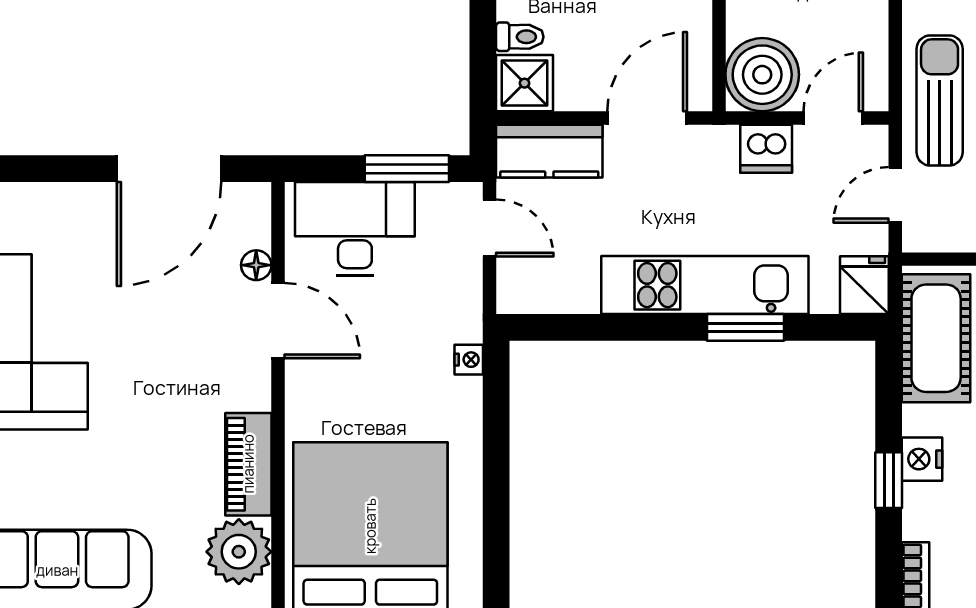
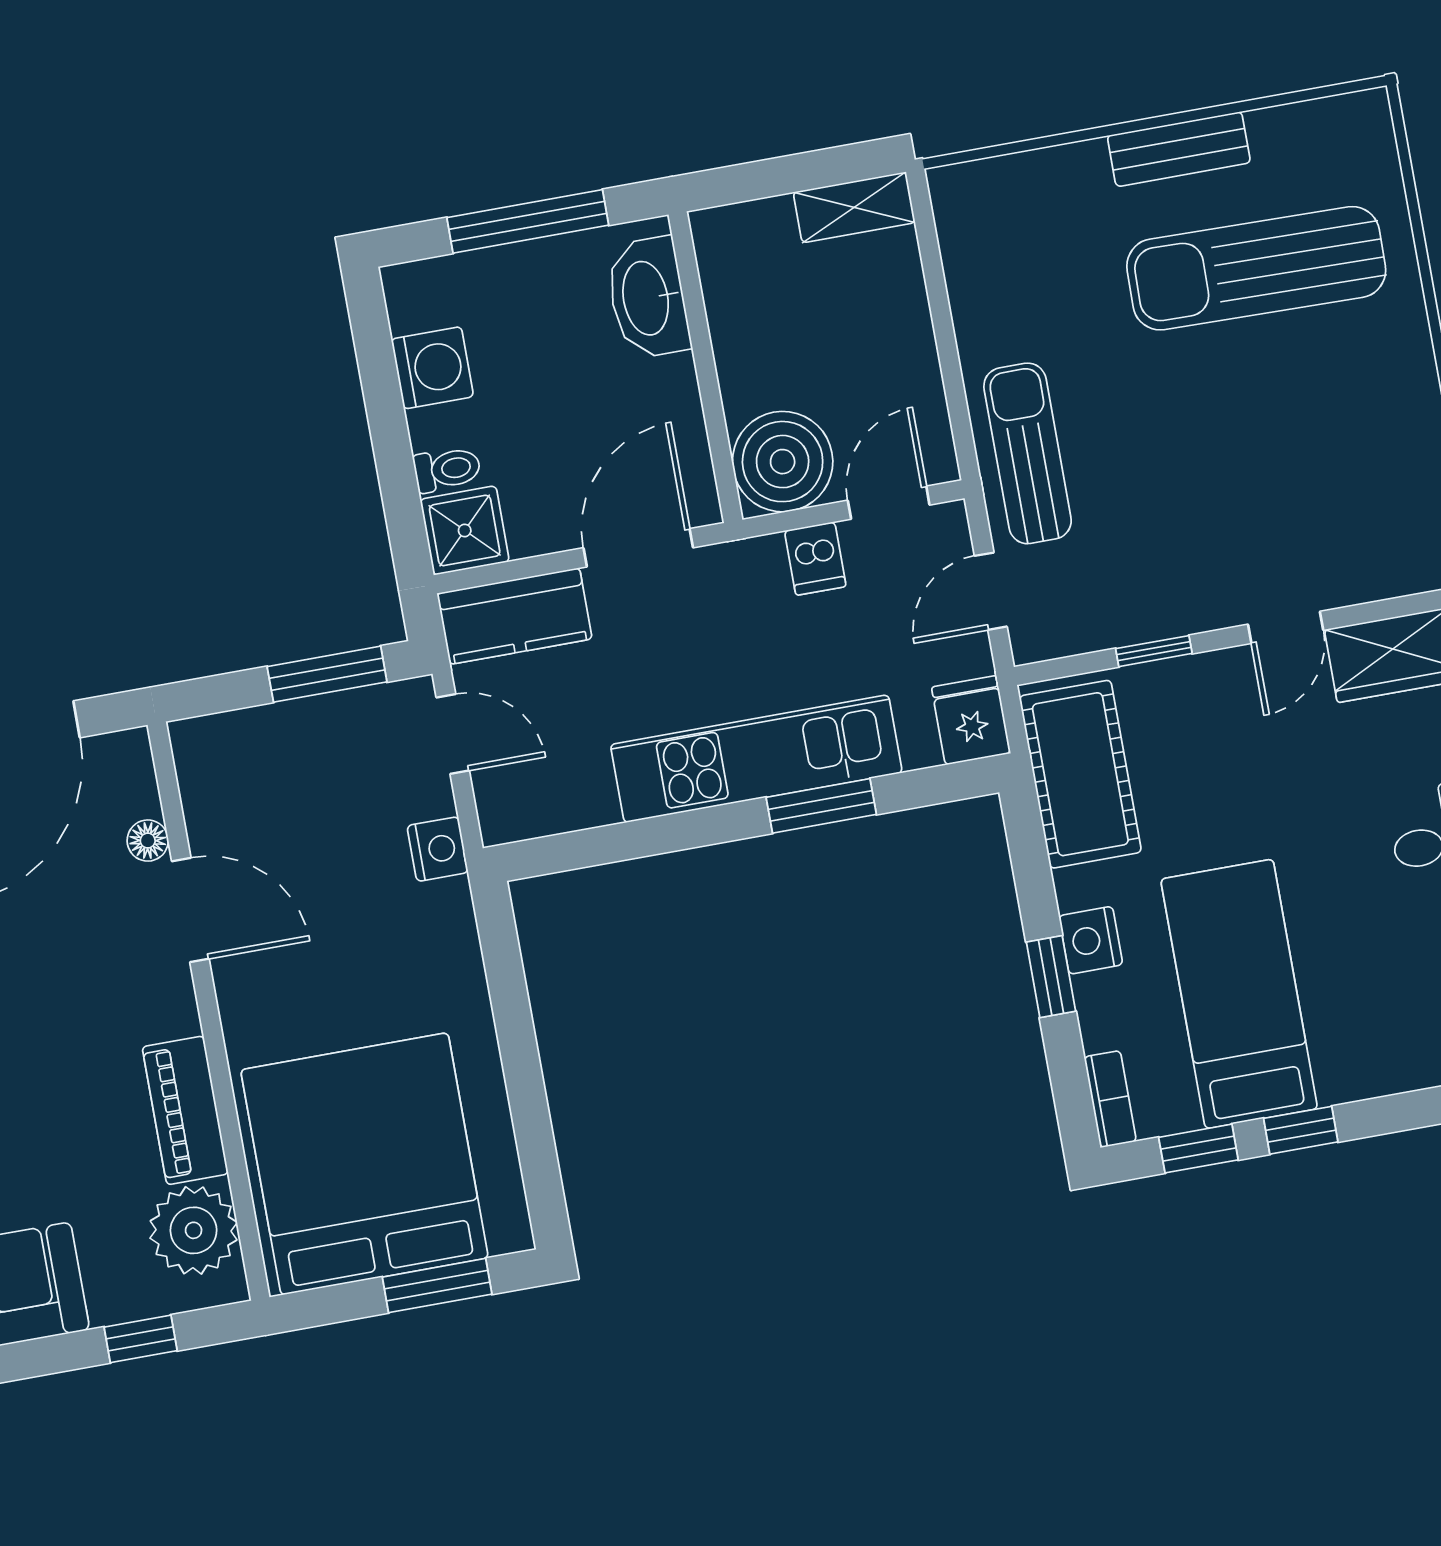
dishwasher: (766, 149) -> (815, 559), width x0.73
desk: (355, 229) -> (272, 768), removed
nightstand: (469, 360) -> (438, 849), moved, width x1.39, depth x1.35

